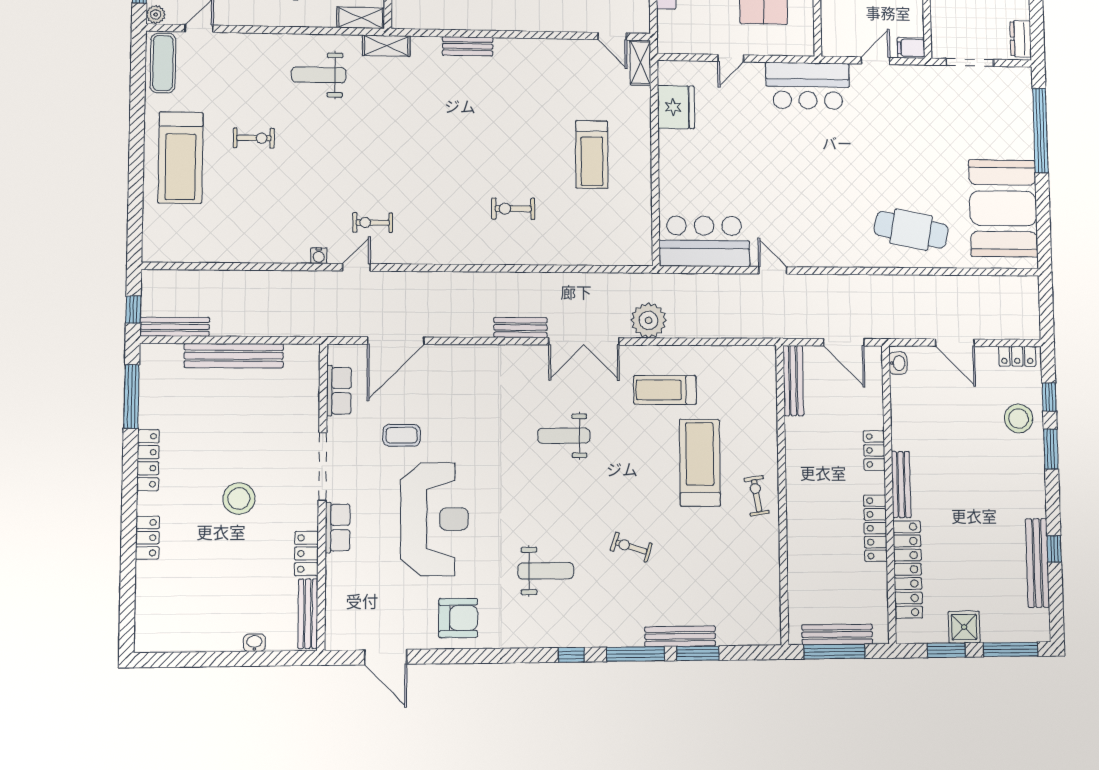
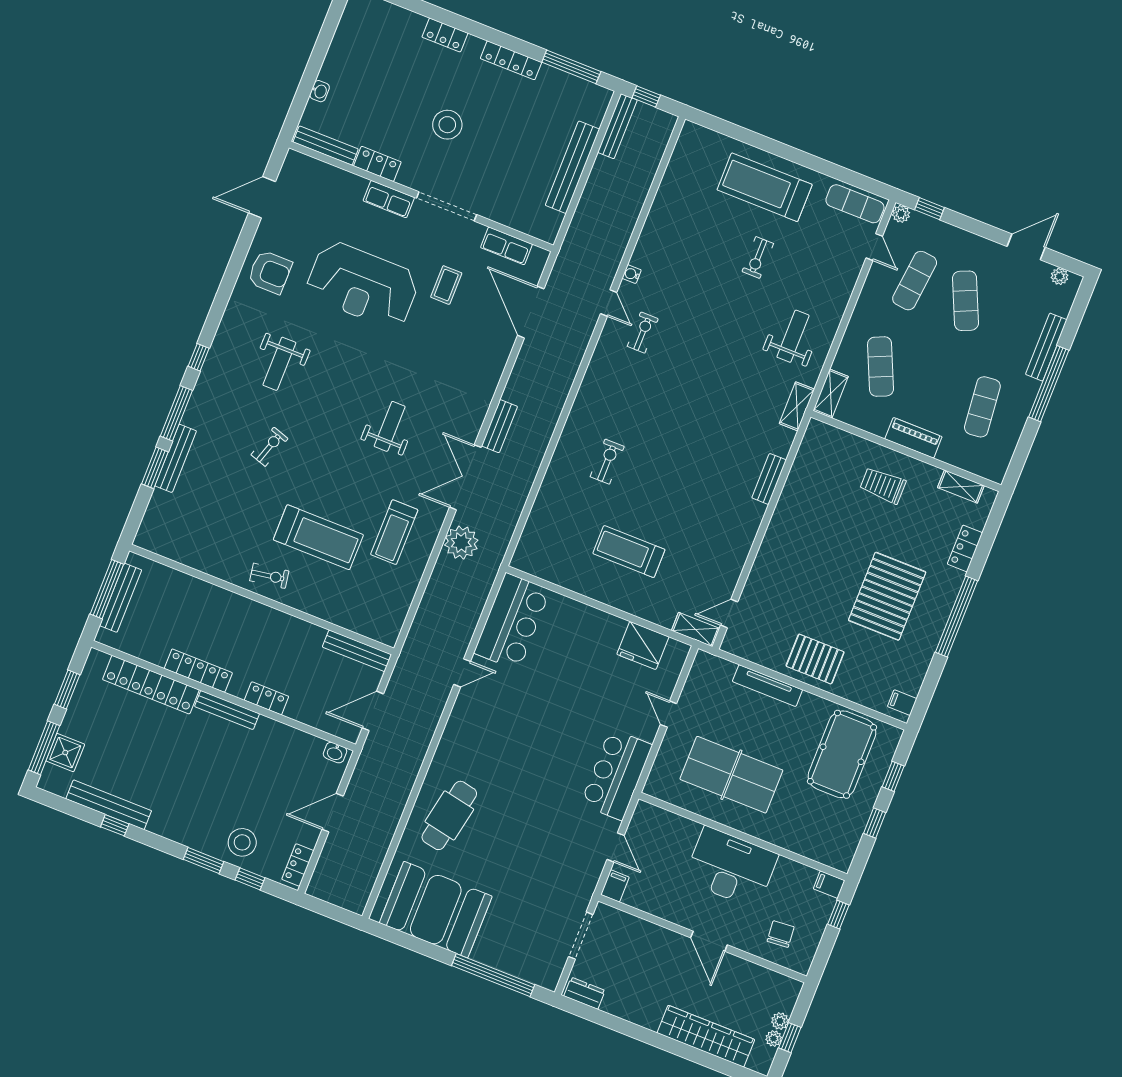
treadmill: (665, 390) -> (394, 532), turned 180
armchair: (458, 618) -> (270, 272), turned -90
shower: (964, 627) -> (65, 753), moved

